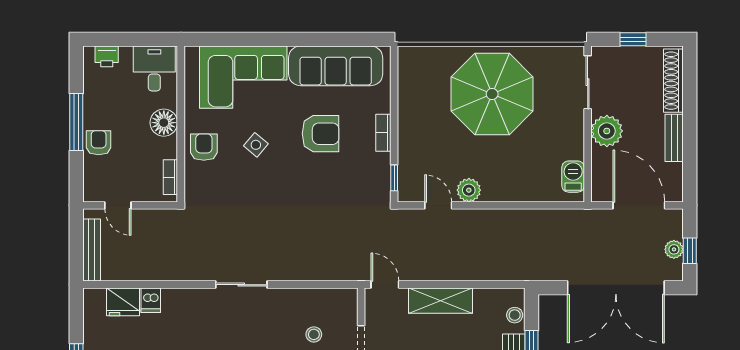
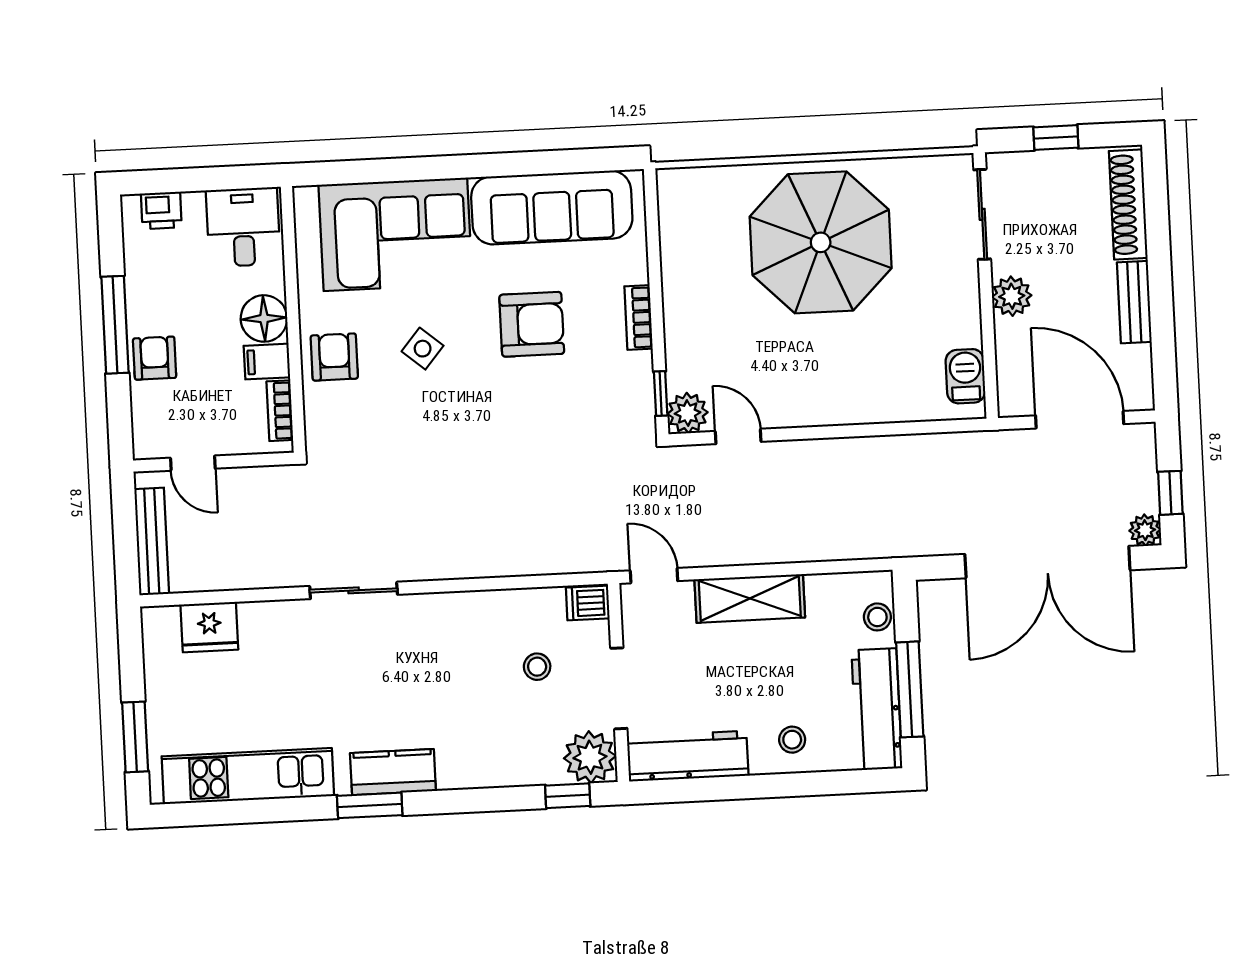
plant: (607, 131) -> (1012, 296), width x0.73, depth x0.73
filing cabinet: (164, 148) -> (267, 362), added
plant: (469, 190) -> (688, 413), moved
plant: (674, 249) -> (1145, 530), moved
sliding door: (241, 285) -> (354, 590), moved
dishwasher: (151, 300) -> (588, 603), moved, turned 90

